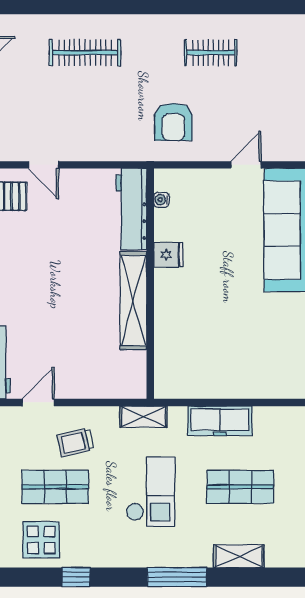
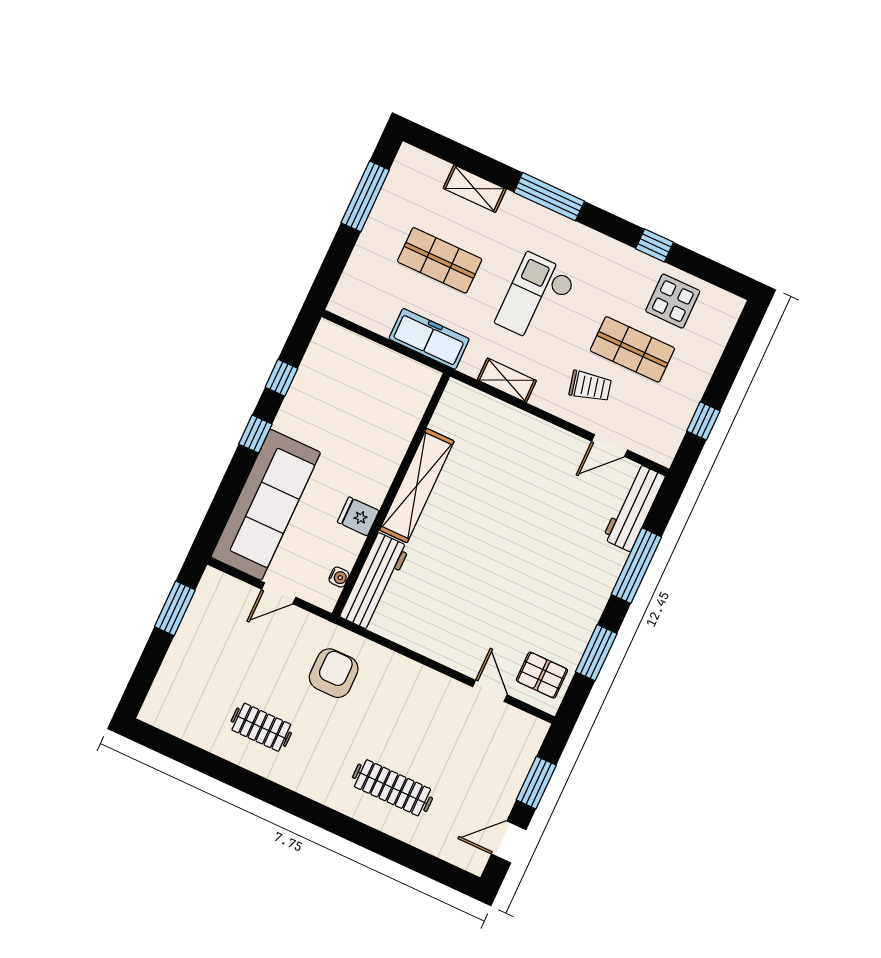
water cooler: (161, 200) -> (339, 577), moved
workbench: (131, 209) -> (375, 582), moved
fridge: (168, 255) -> (358, 516), moved
wall: (150, 284) -> (391, 495), moved
shelving: (133, 300) -> (417, 486), moved

